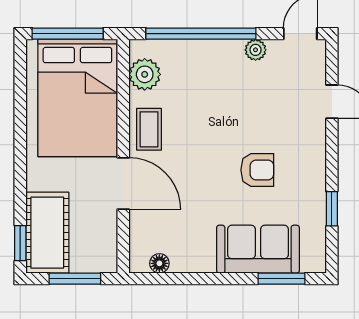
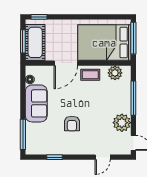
window: (201, 34) -> (133, 98), width x0.68
plant: (256, 50) -> (122, 123), width x1.88, depth x1.88
cot: (47, 233) -> (35, 42), moved, turned 90
sofa: (258, 249) -> (36, 103), moved
window: (281, 279) -> (23, 134), width x1.44

